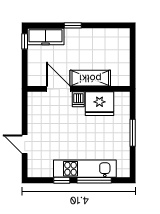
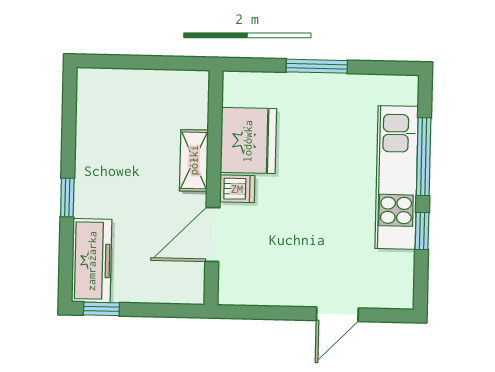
shelving: (90, 78) -> (194, 160), width x0.67, depth x0.75

